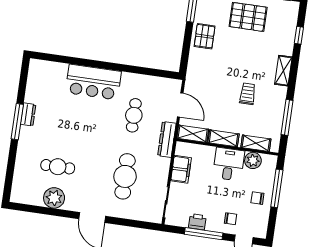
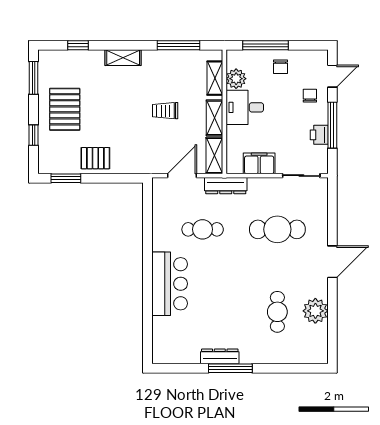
trolley: (248, 94) -> (165, 111), moved
dresser: (28, 114) -> (220, 356), width x1.44

